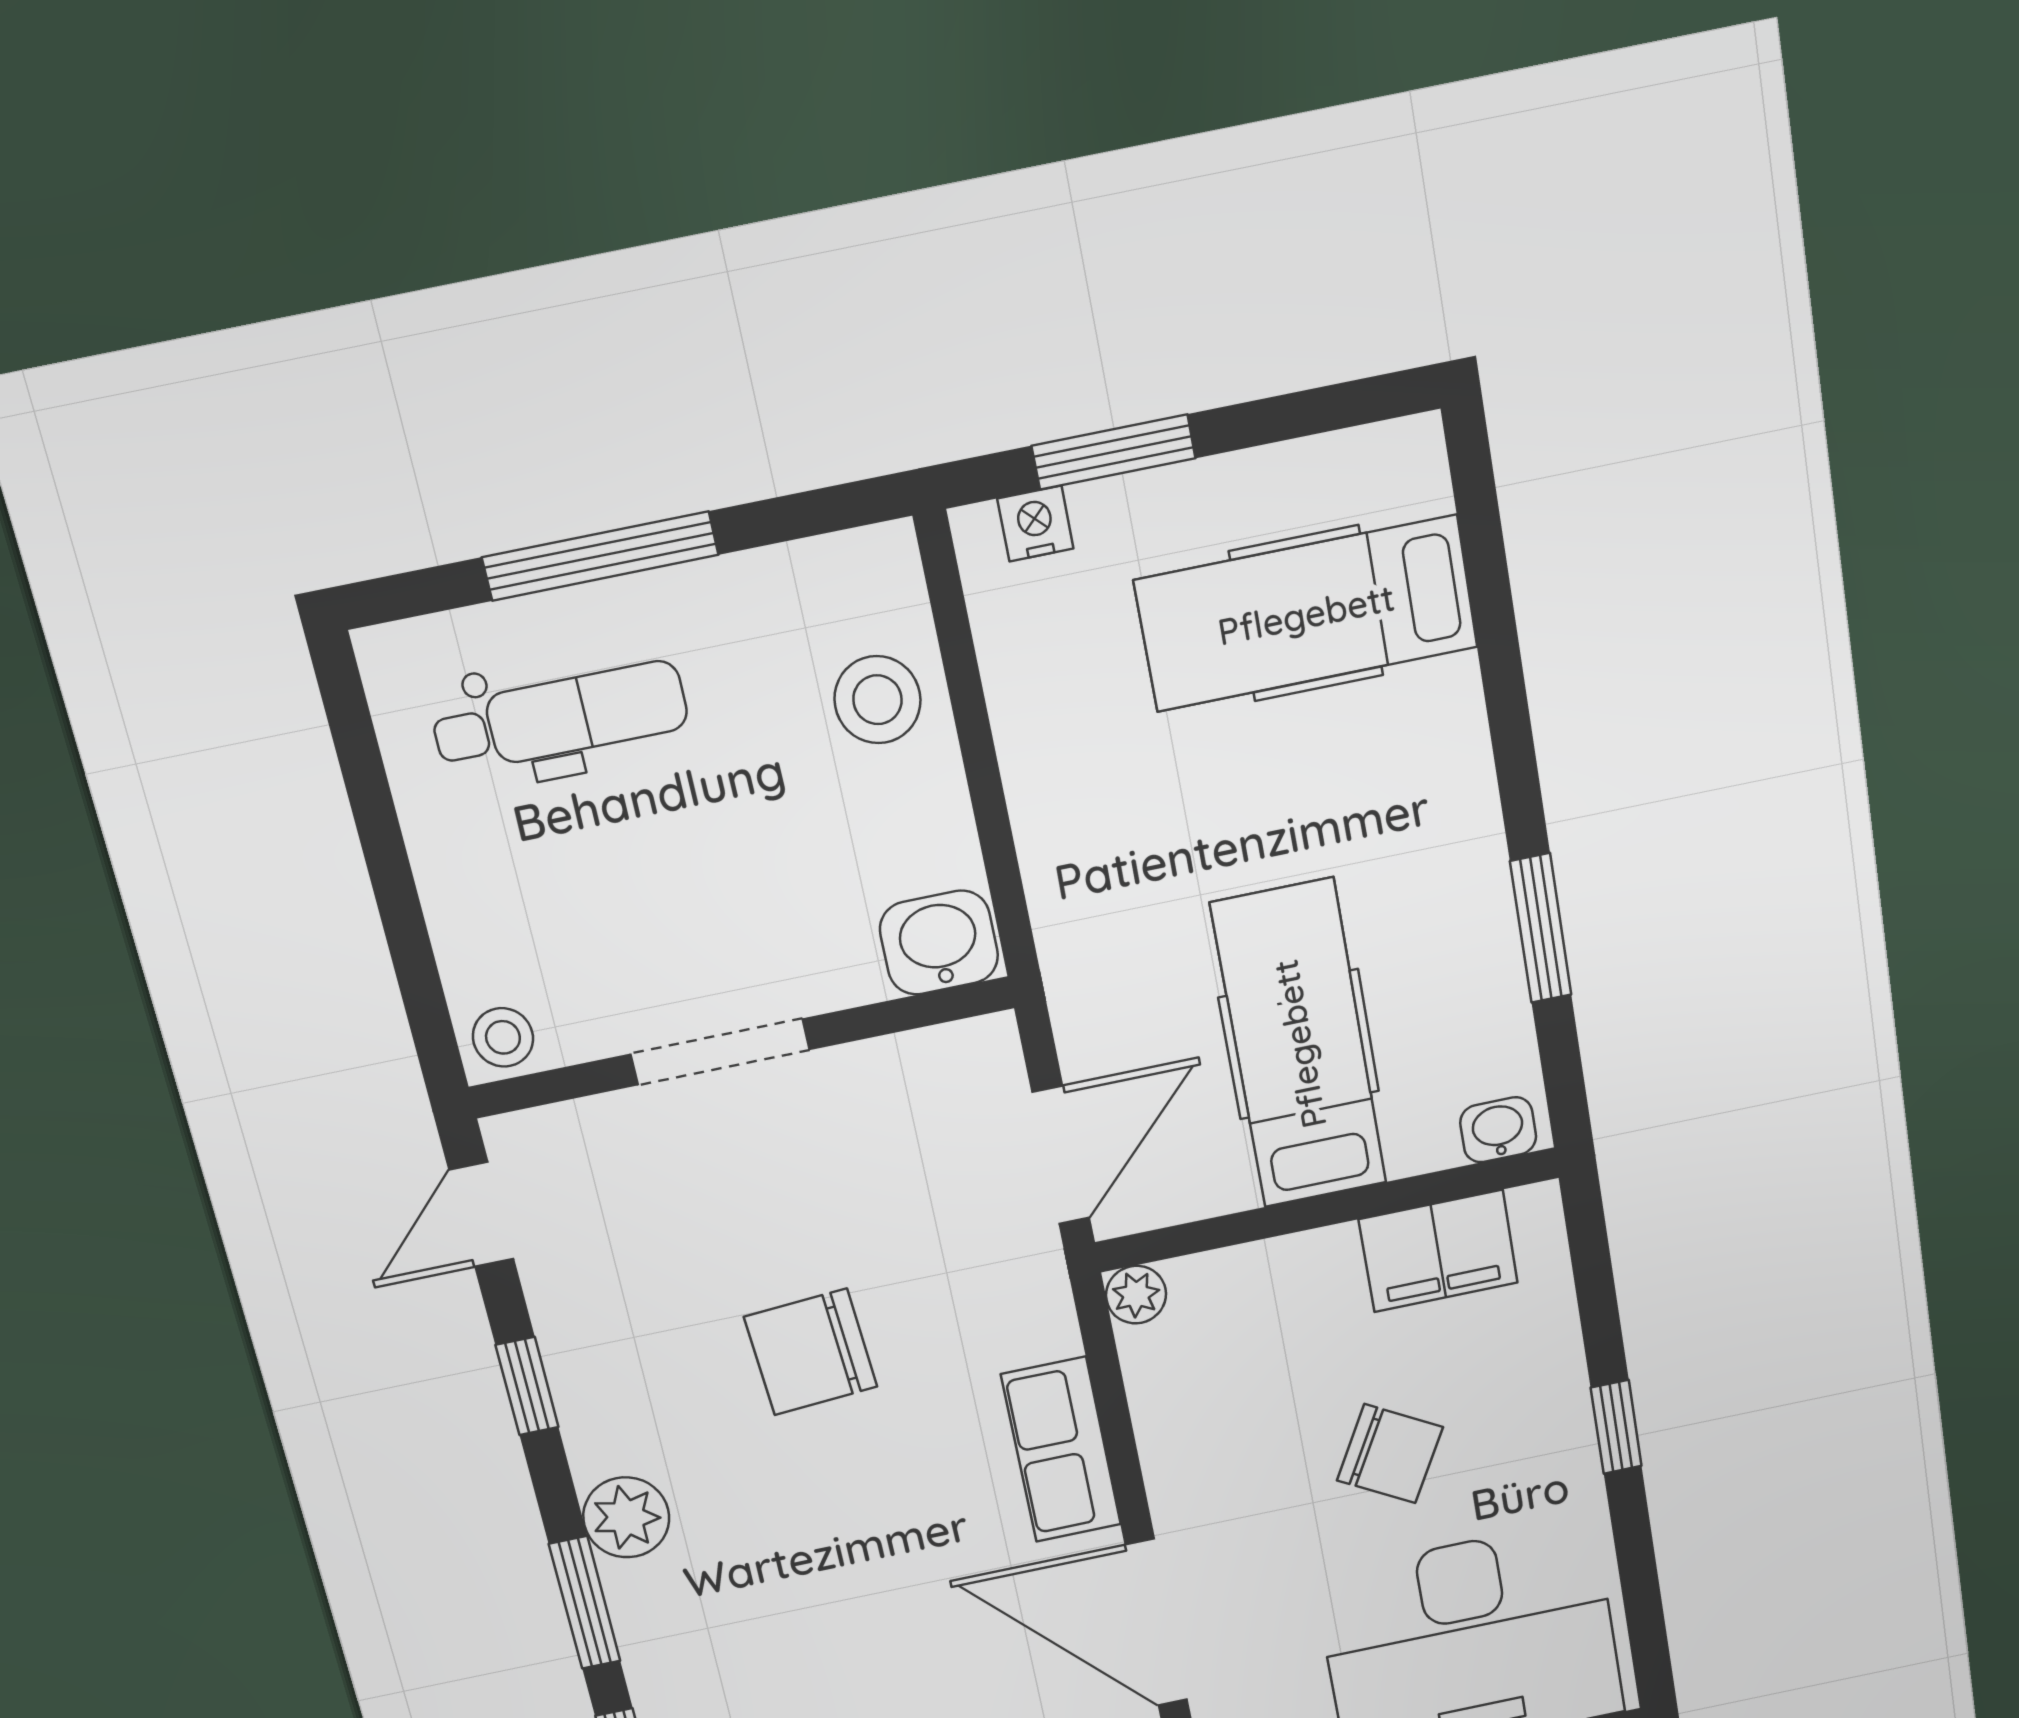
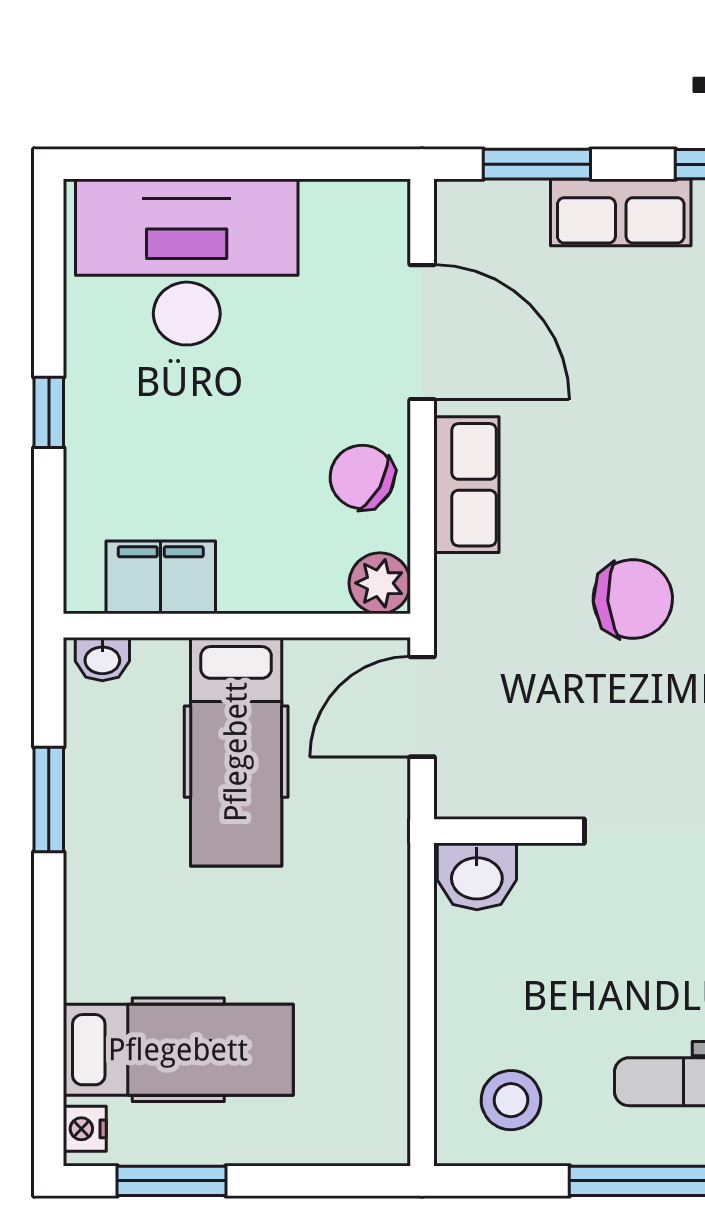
window: (1114, 452) -> (171, 1181), moved
nightstand: (1035, 524) -> (85, 1129), moved, turned 90
stool: (878, 700) -> (511, 1100), moved
plant: (1136, 1295) -> (380, 583), width x1.38, depth x1.38
chair: (1390, 1454) -> (362, 477), moved

